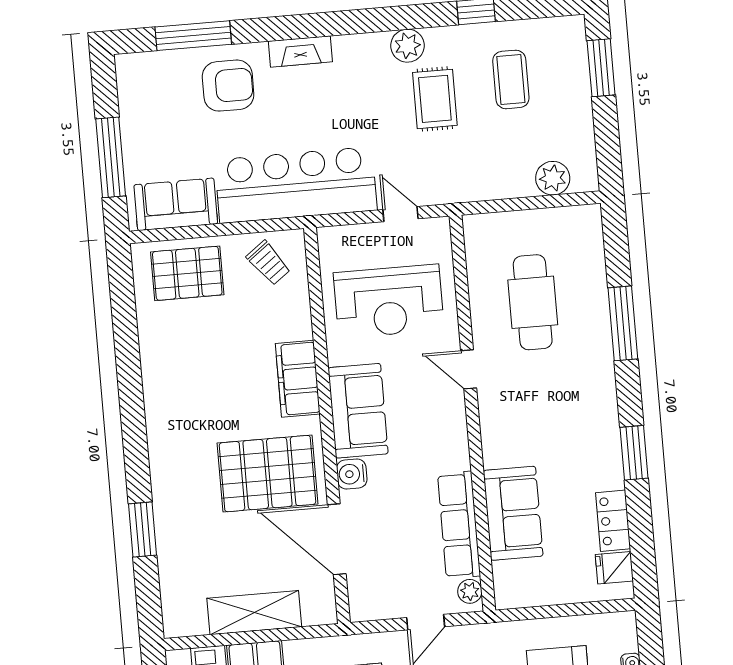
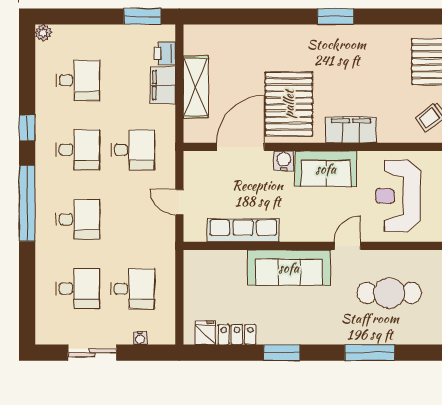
sofa: (513, 513) -> (289, 268), moved, width x1.36
window: (143, 530) -> (336, 16), moved
plant: (470, 591) -> (198, 234), removed

